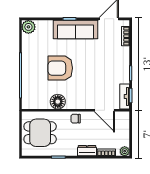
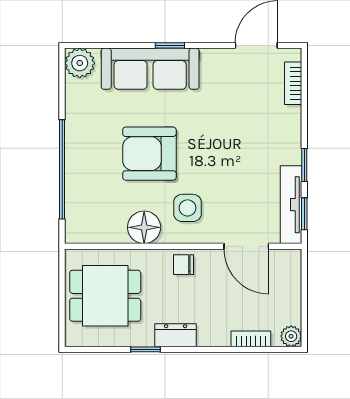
sofa: (75, 29) -> (150, 69), moved
side table: (78, 93) -> (187, 208), added
tv unit: (125, 97) -> (291, 205), width x1.41
dresser: (87, 151) -> (176, 335), moved

